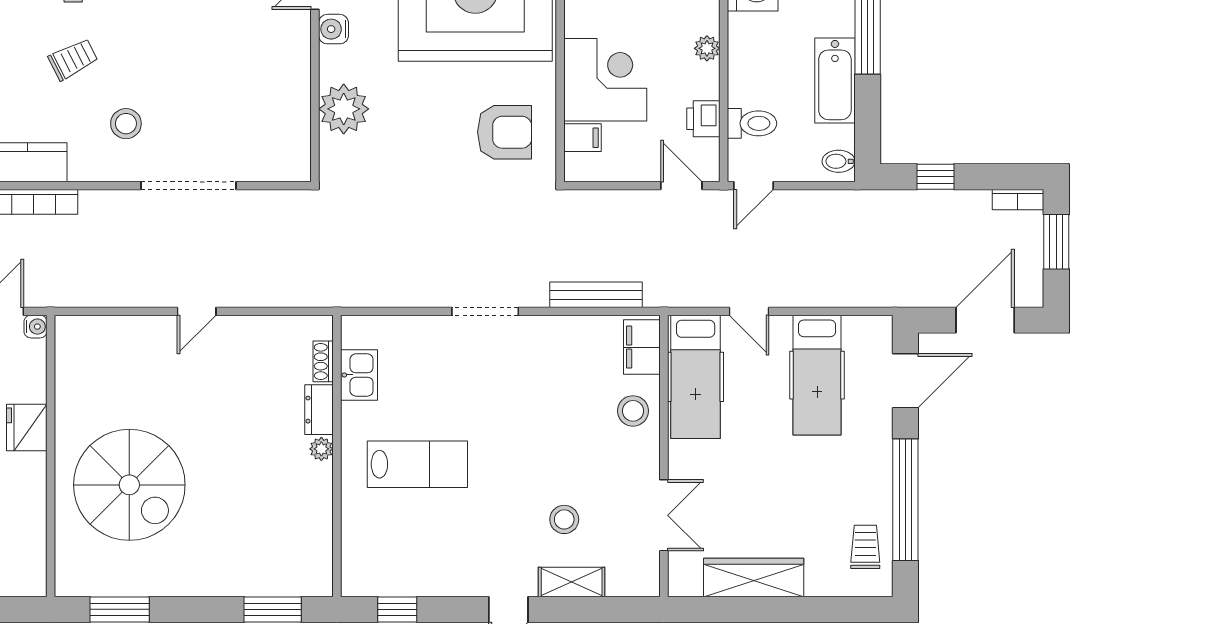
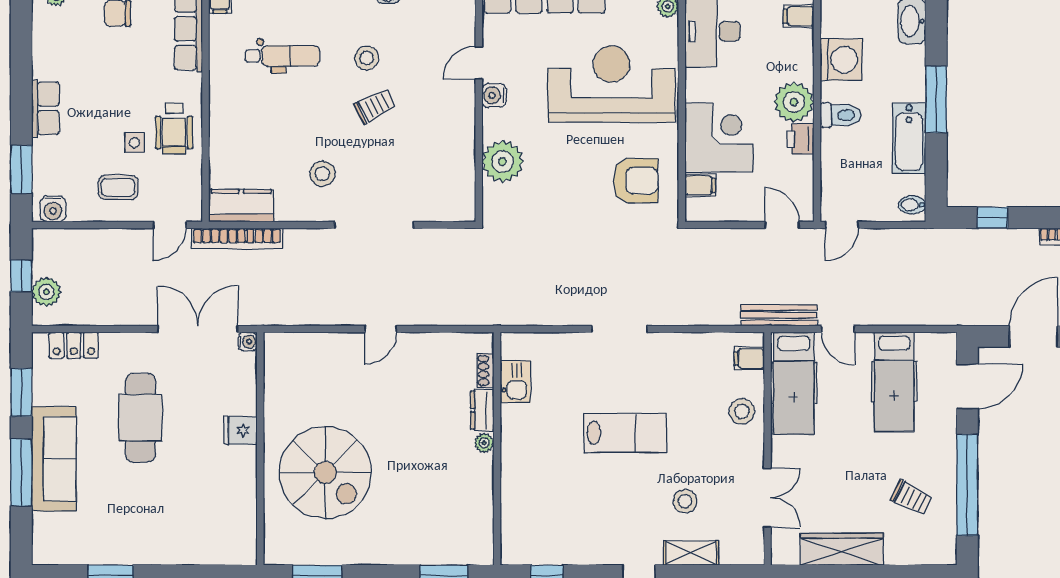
plant: (707, 48) -> (794, 102), width x1.87, depth x1.87
trolley: (73, 59) -> (375, 106), moved
printer: (703, 119) -> (800, 139), moved
toilet: (752, 123) -> (840, 115), moved
bench: (596, 295) -> (779, 315), moved
filing cabinet: (642, 347) -> (749, 359), width x0.50
fridge: (27, 427) -> (240, 430), width x0.72
lab bench: (417, 464) -> (625, 433), moved
trolley: (865, 547) -> (912, 498), moved, turned 117

